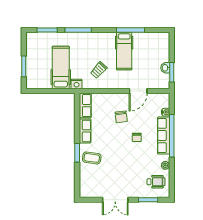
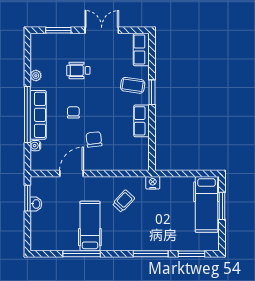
hospital bed: (61, 67) -> (207, 204), moved
row of seats: (85, 106) -> (141, 50), moved
wheelchair: (156, 182) -> (78, 70), moved

